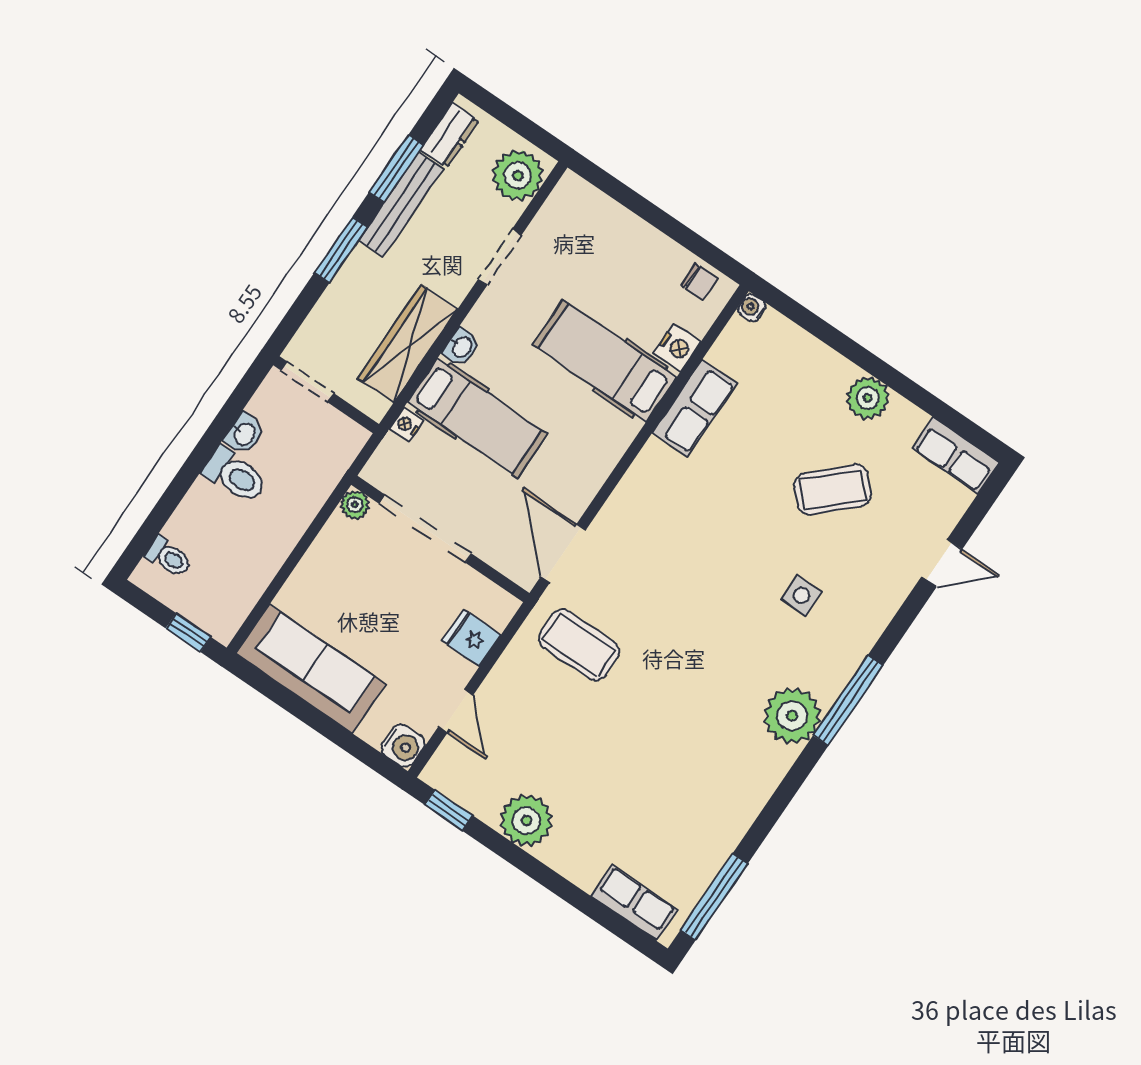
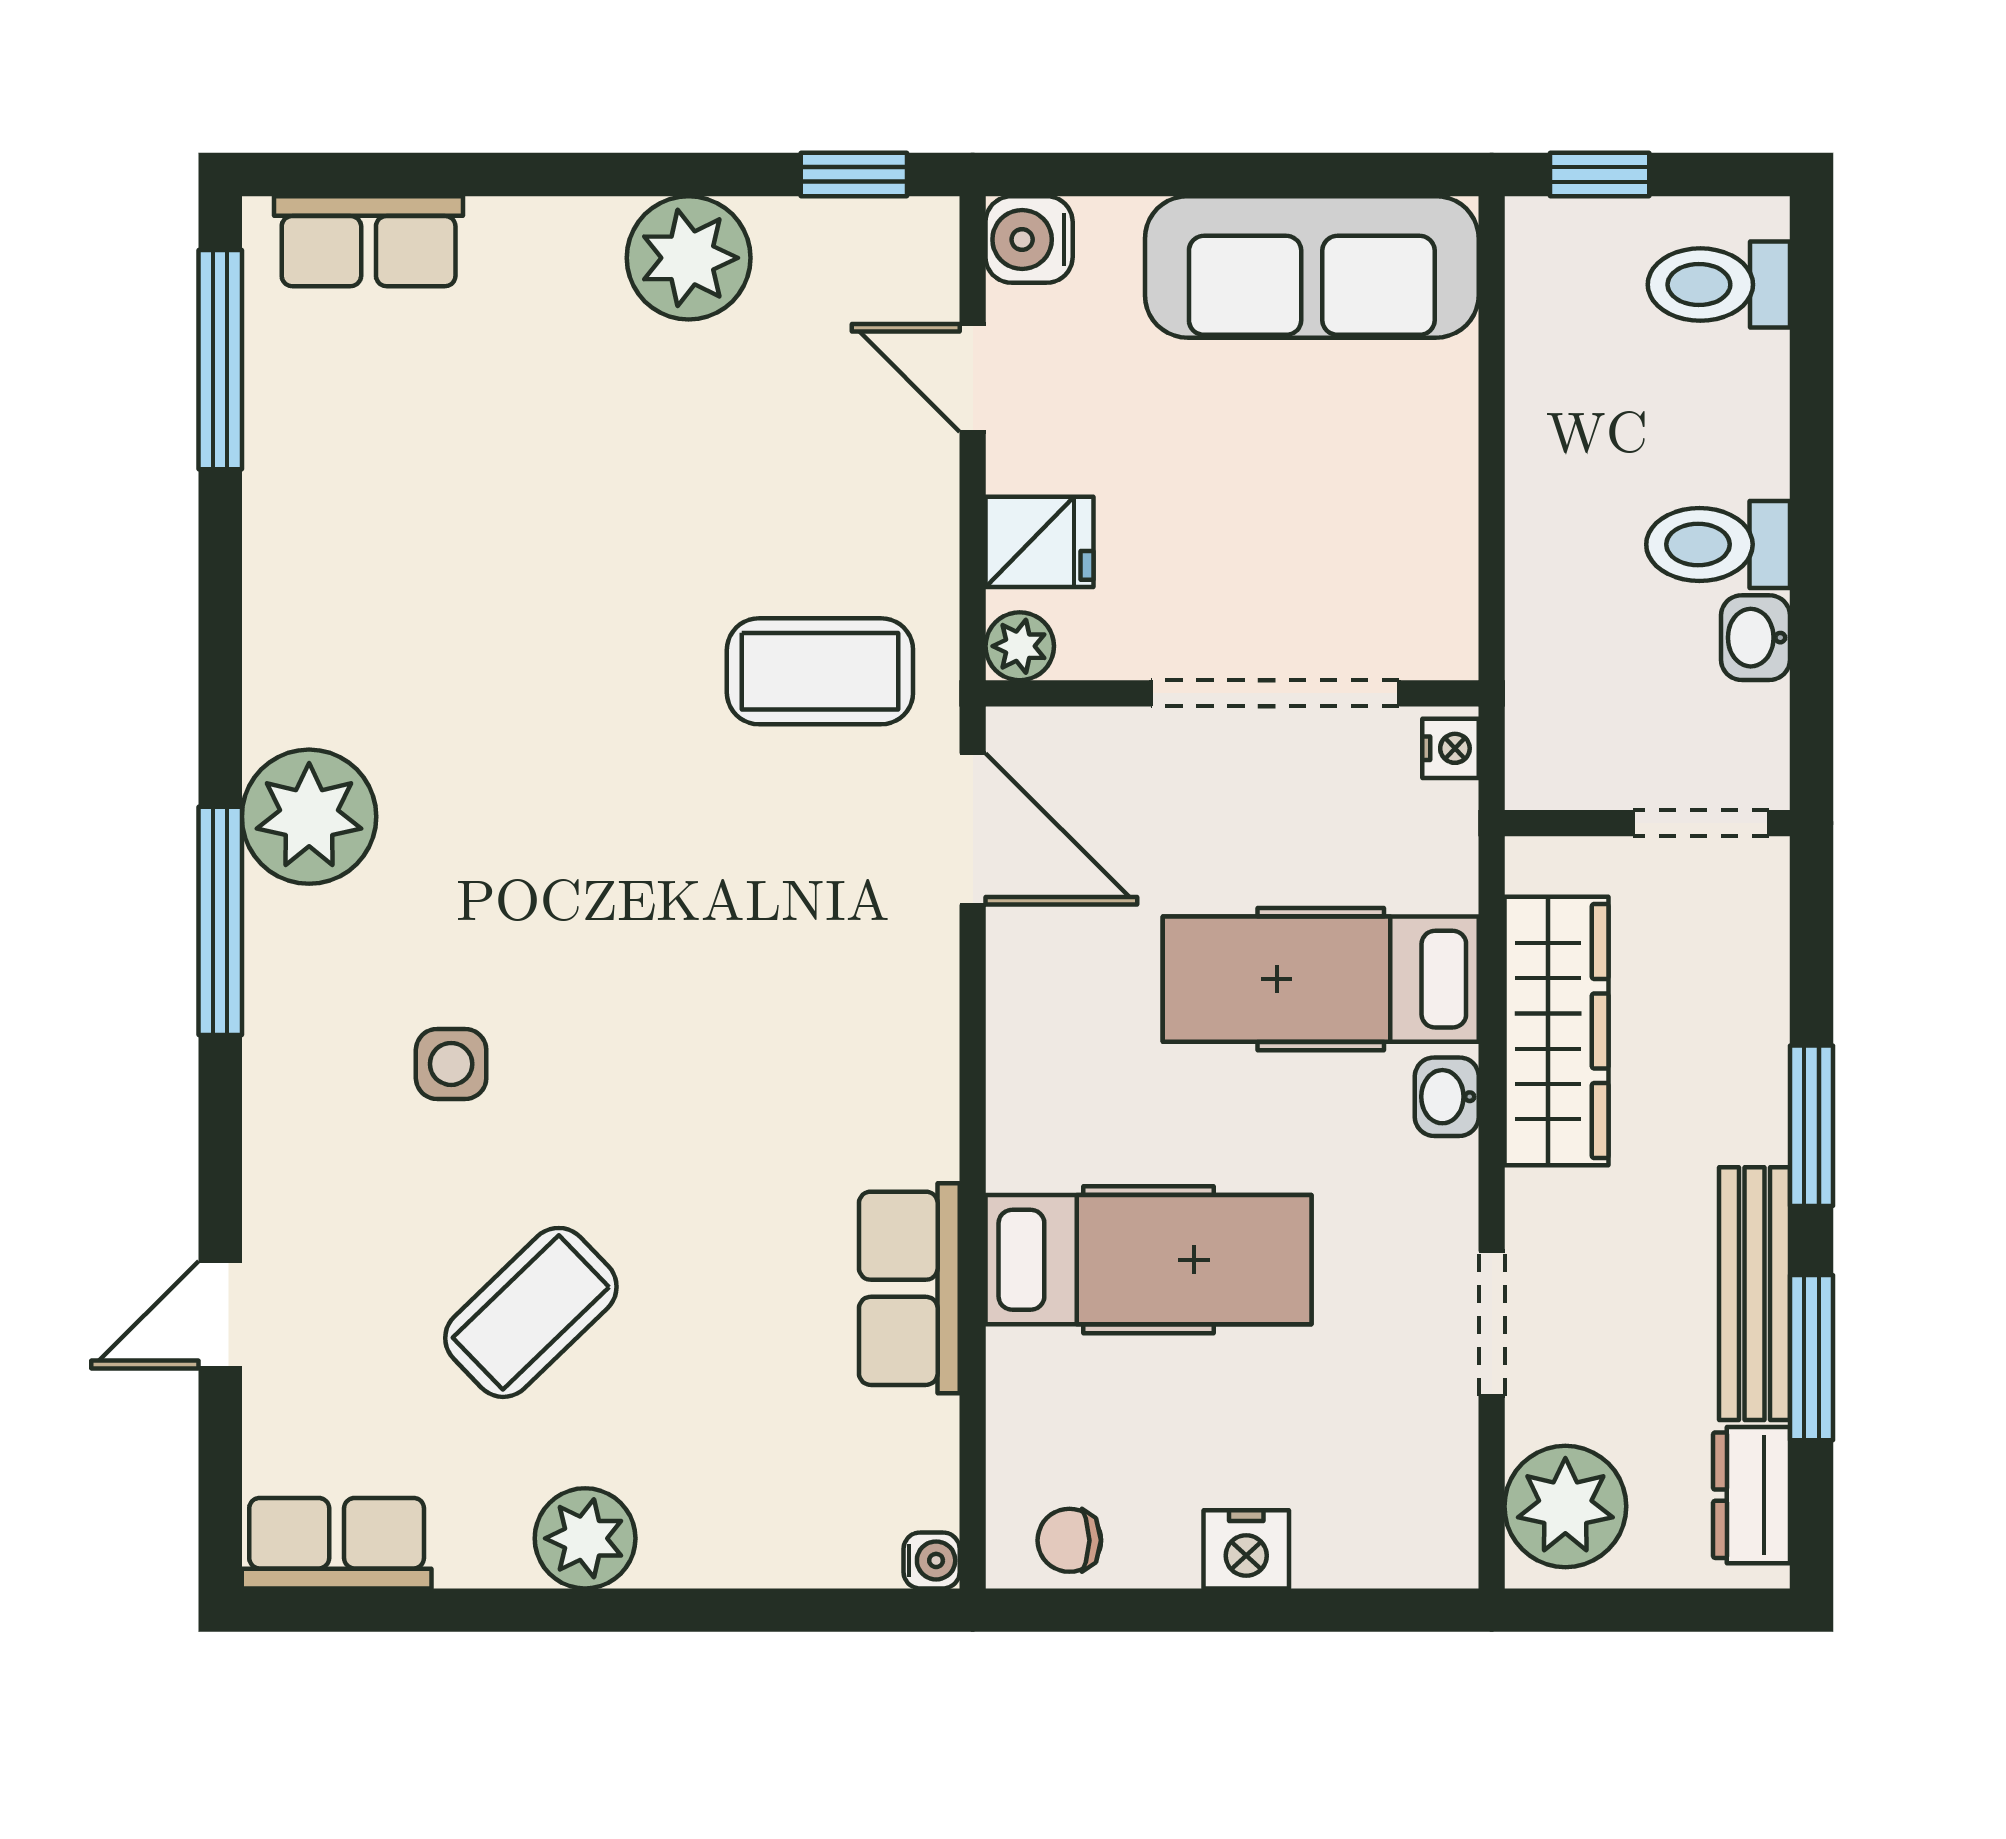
nightstand: (677, 347) -> (1246, 1549), moved, turned -90
nightstand: (406, 425) -> (1450, 748), moved
plant: (355, 505) -> (1020, 646), moved
toilet: (169, 557) -> (1719, 285), width x1.37, depth x1.39

